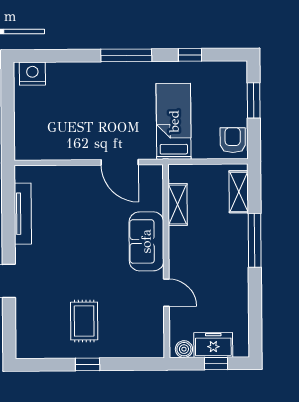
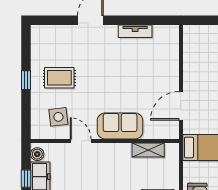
tv unit: (23, 214) -> (135, 31), width x0.71
door: (166, 293) -> (81, 141), swing flipped
side table: (135, 322) -> (58, 117), added

